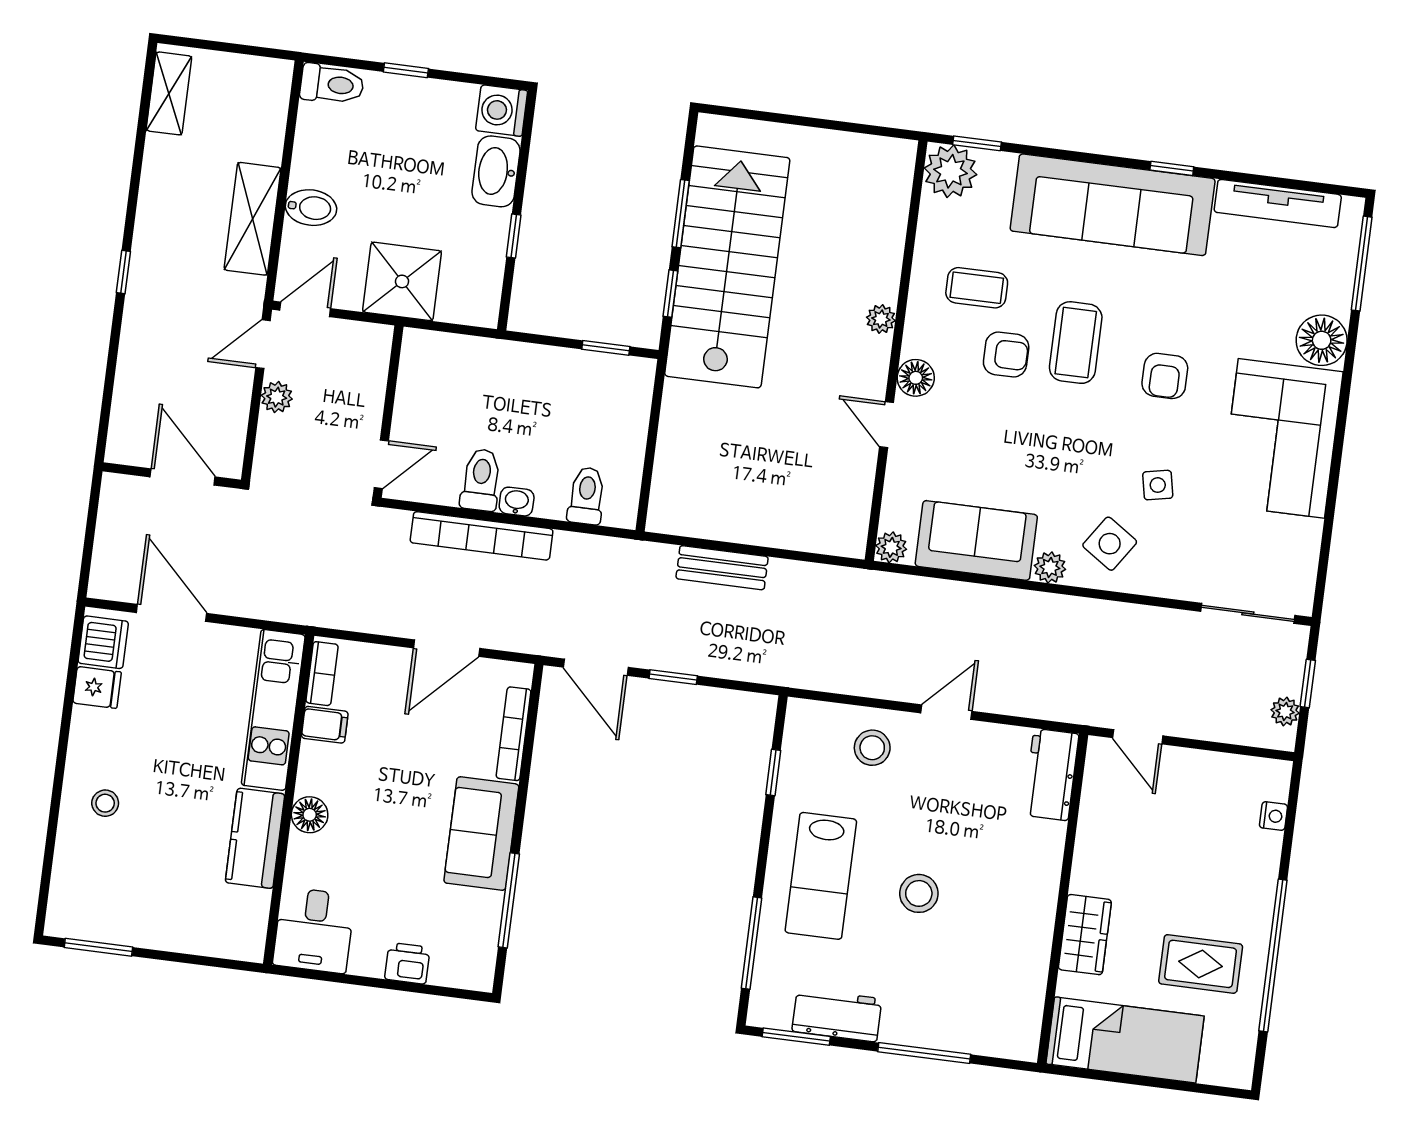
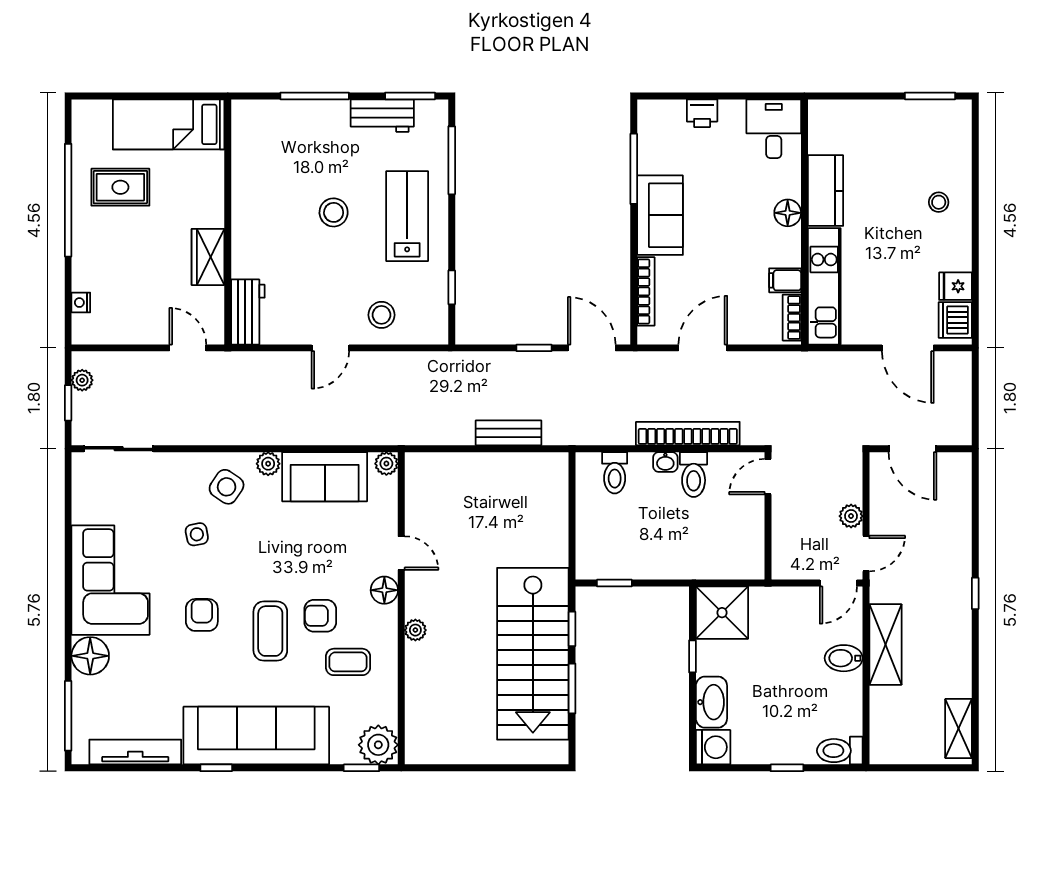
shower: (402, 281) -> (722, 613), moved
wardrobe: (1085, 935) -> (208, 257), moved

